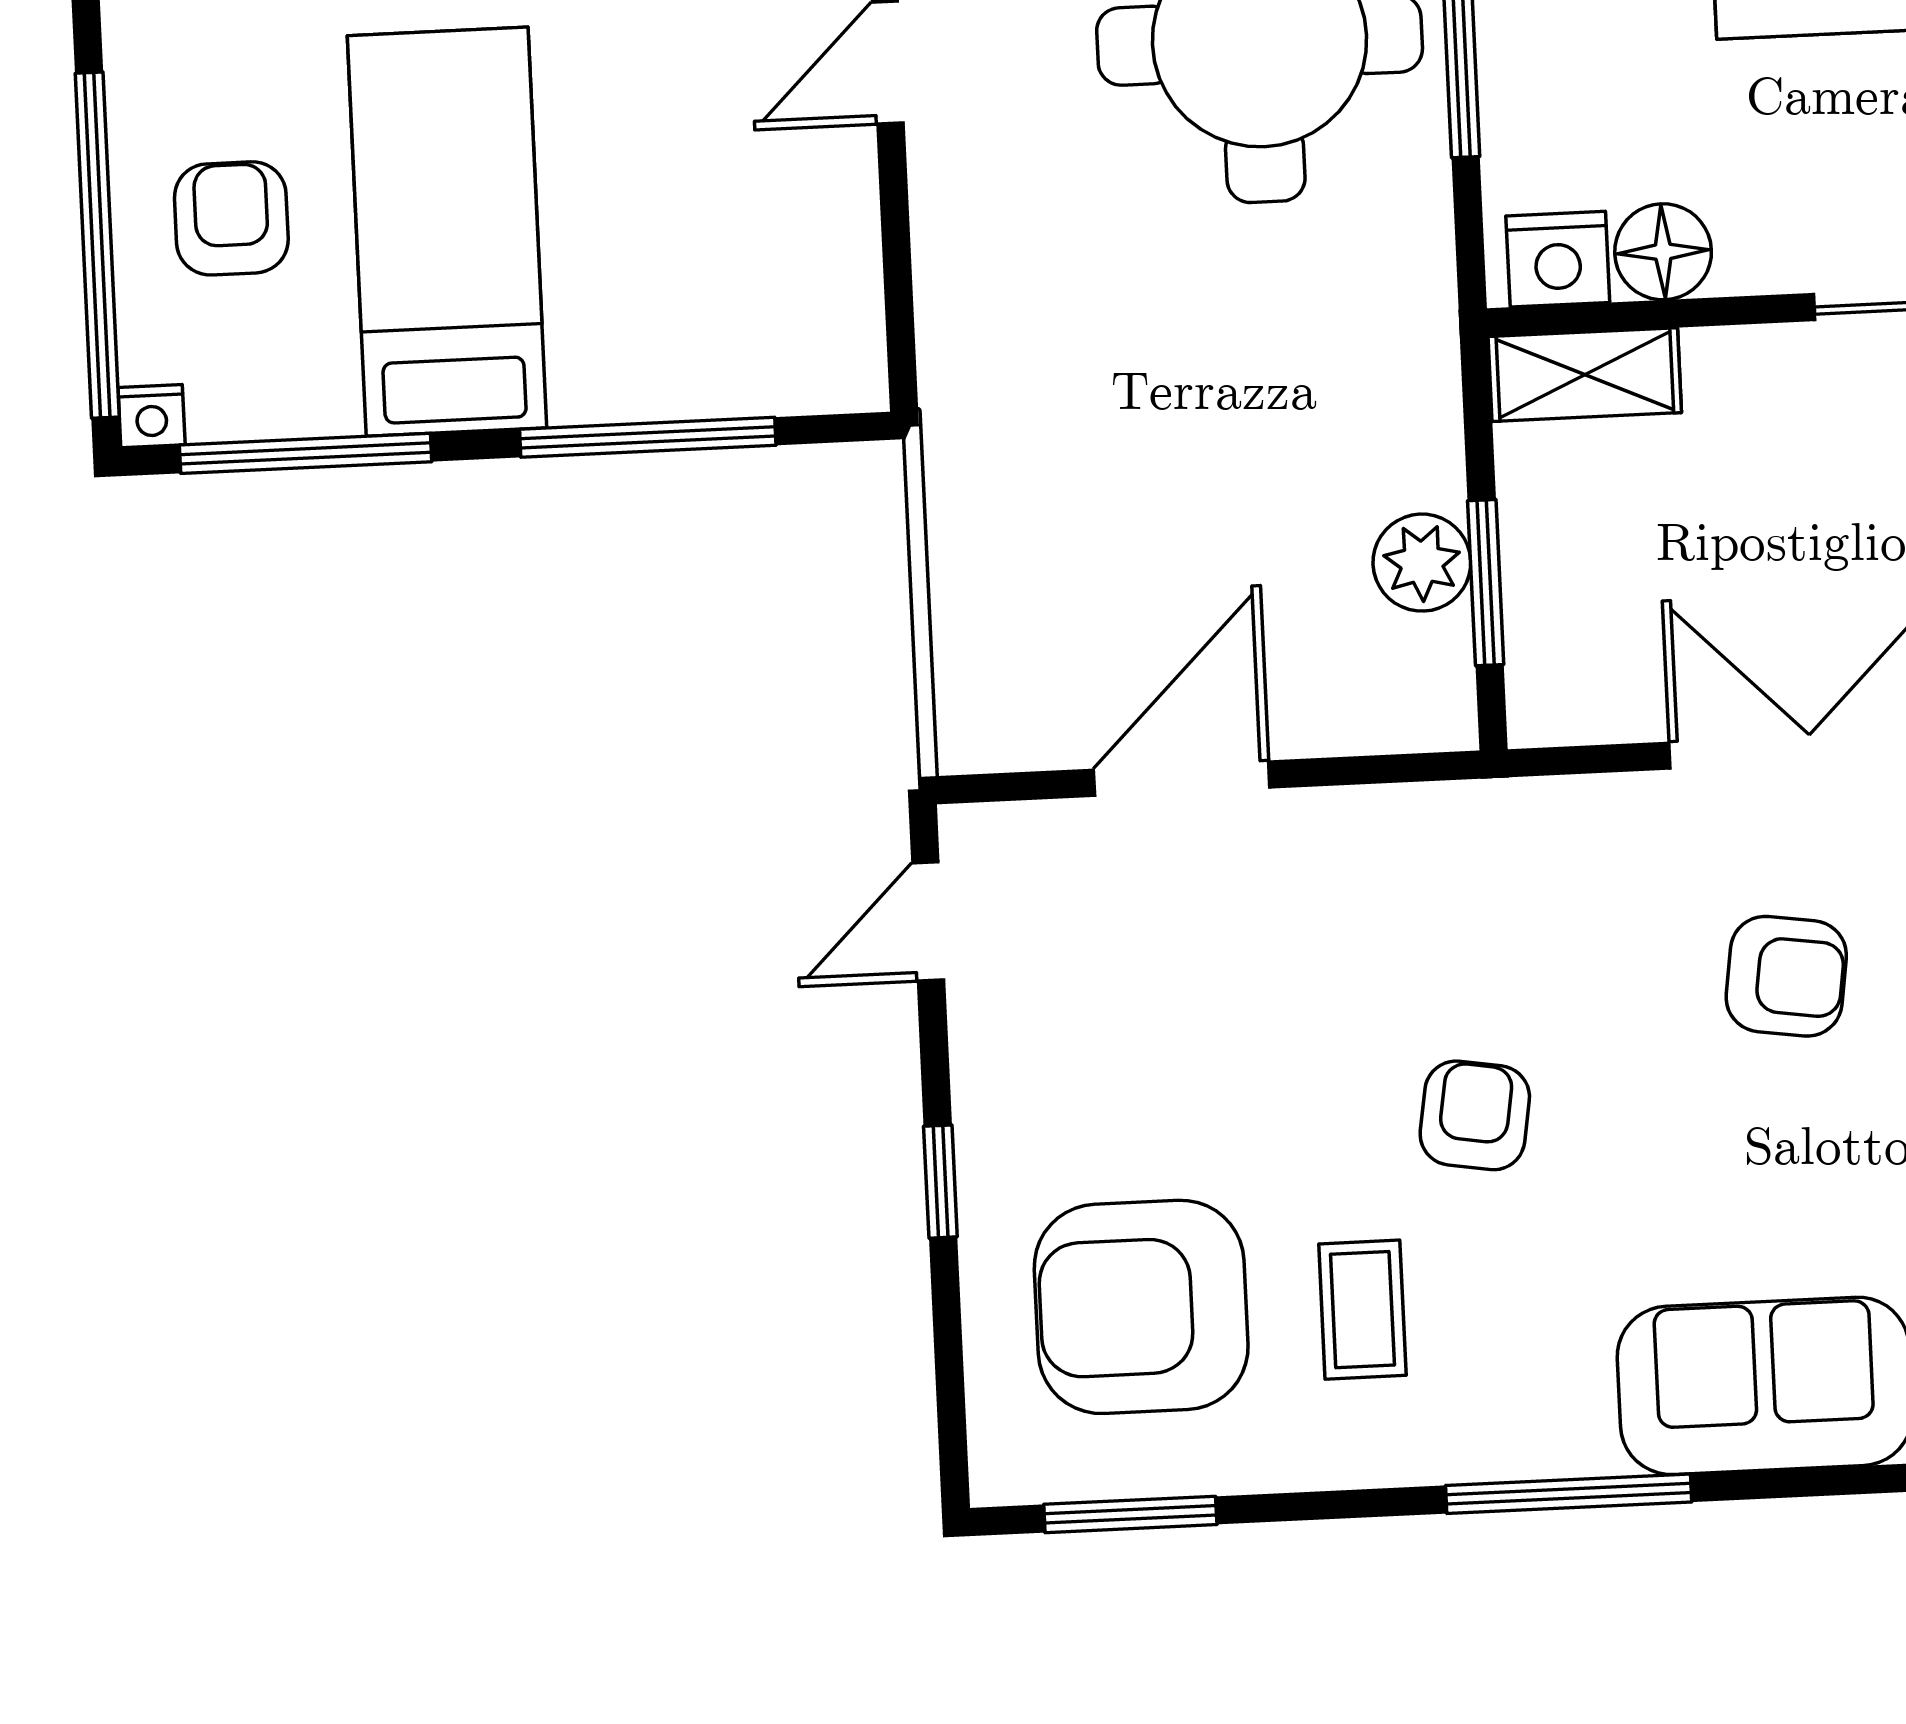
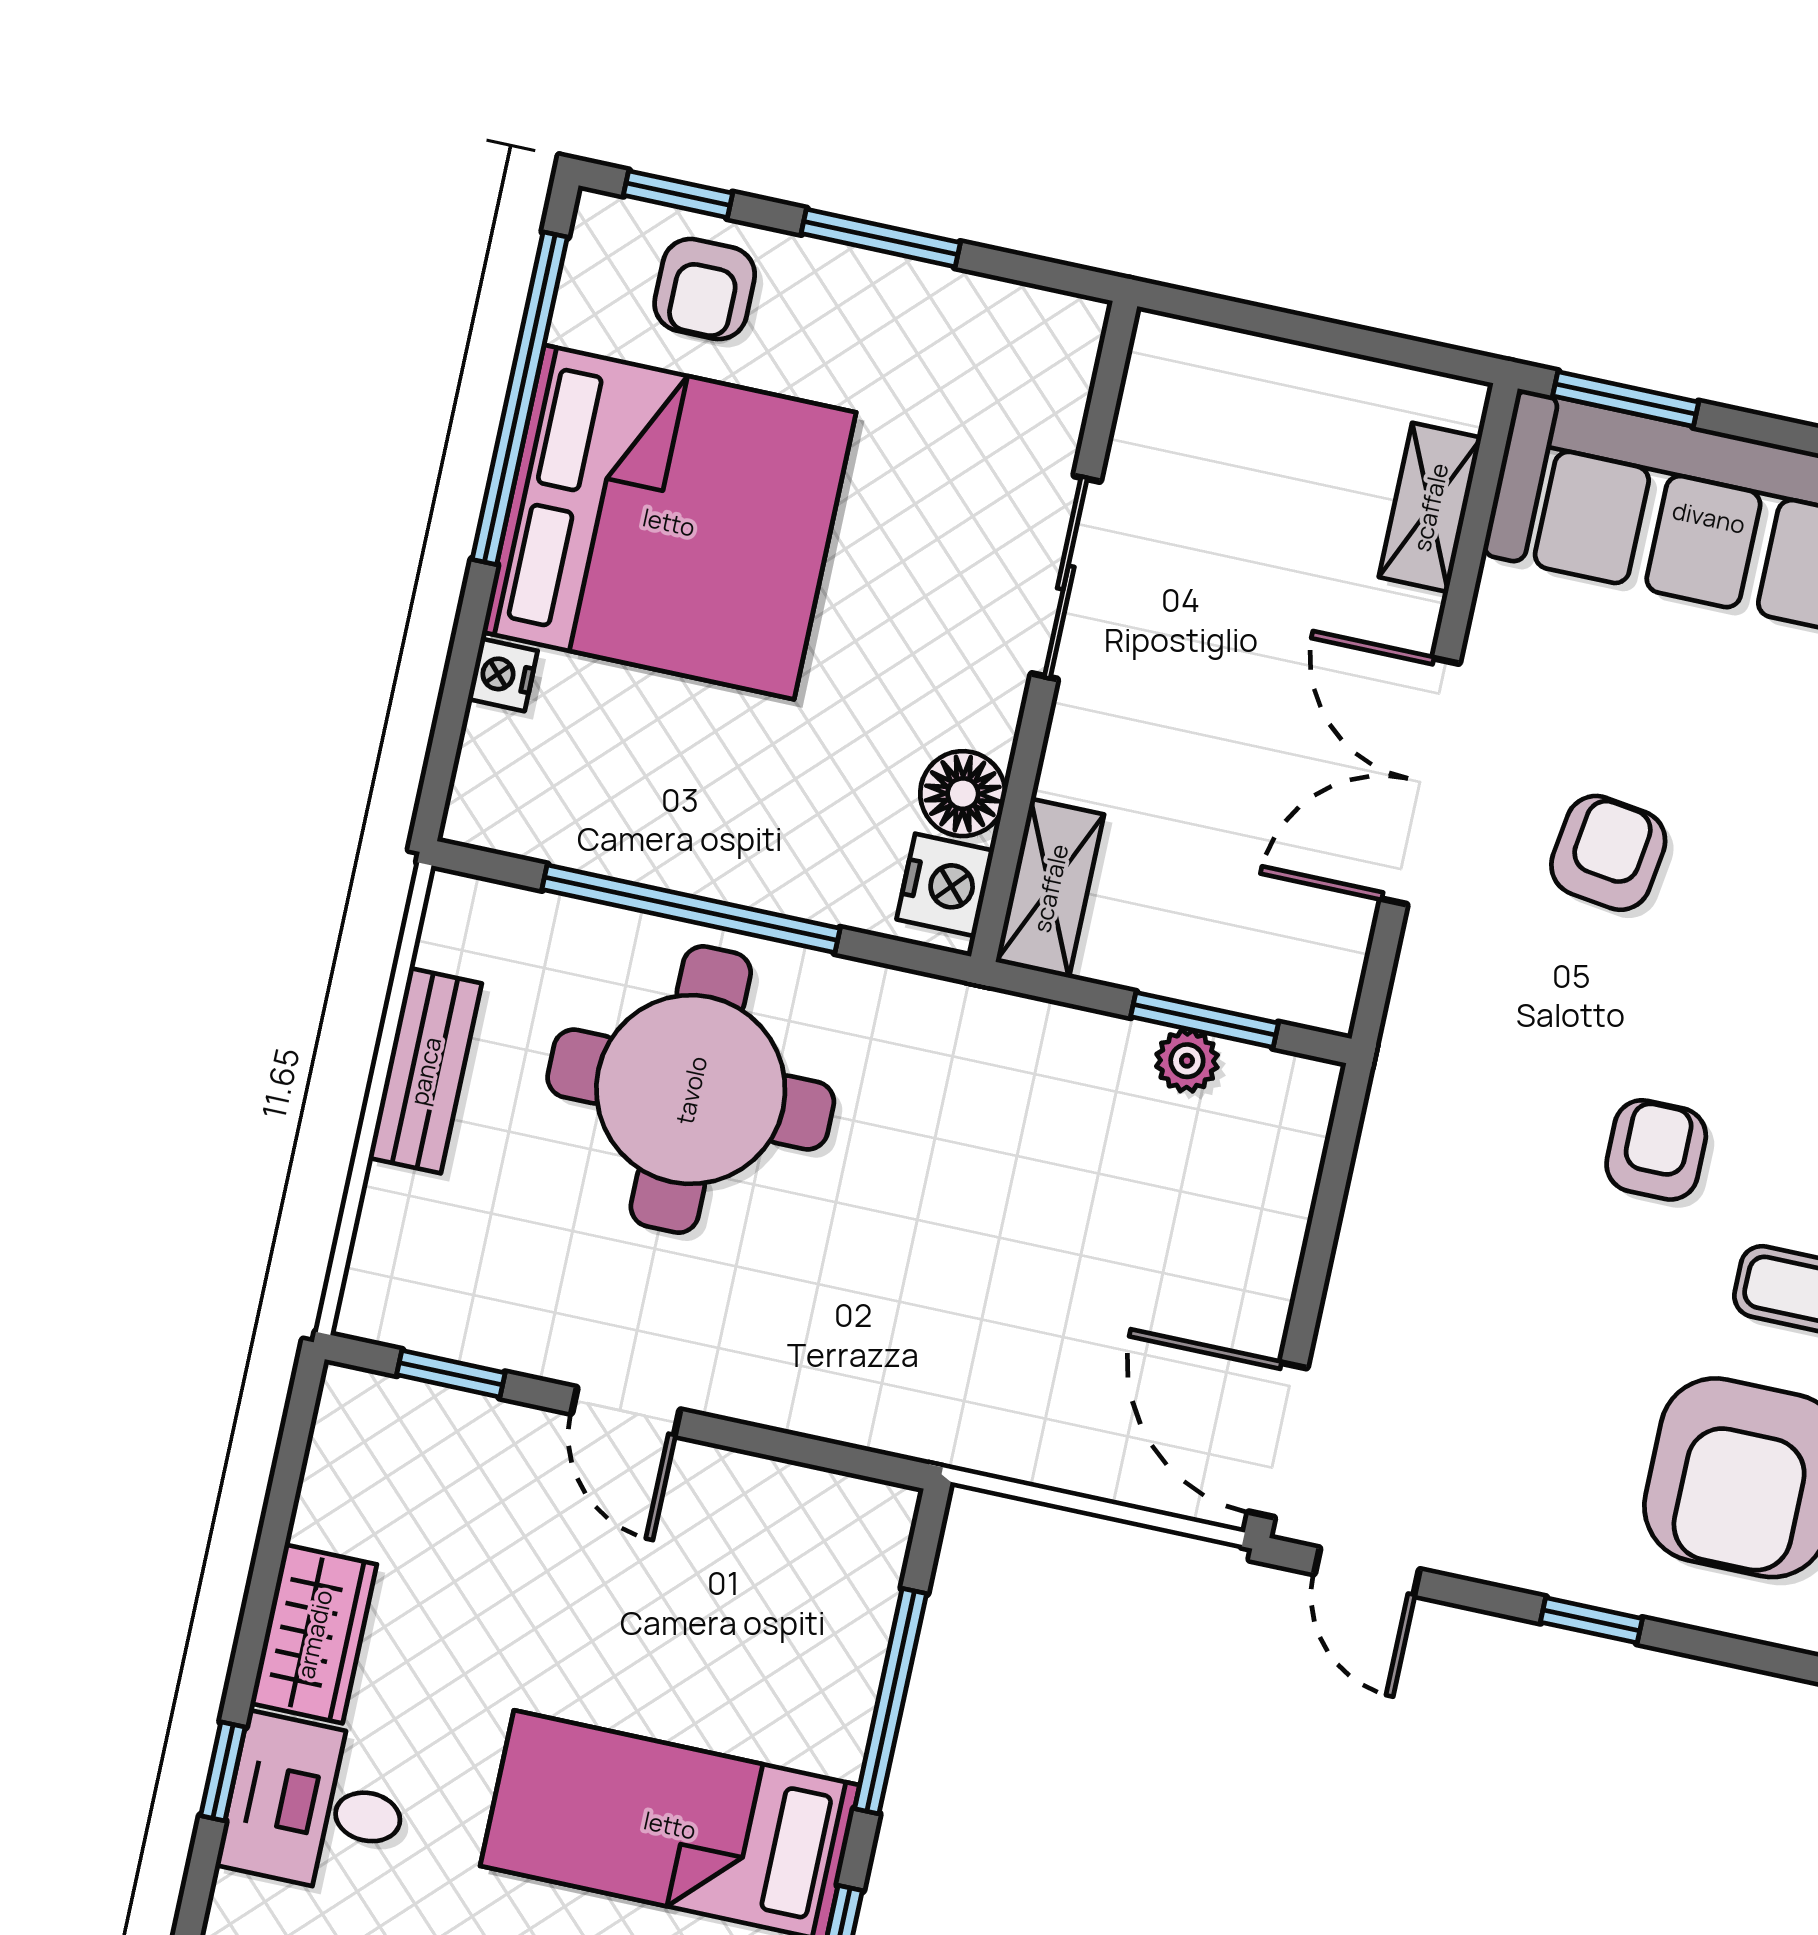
plant: (1422, 563) -> (1187, 1061), width x0.73, depth x0.73
door: (1182, 779) -> (1278, 1440), moved
armchair: (1475, 1115) -> (1656, 1150), turned 81

